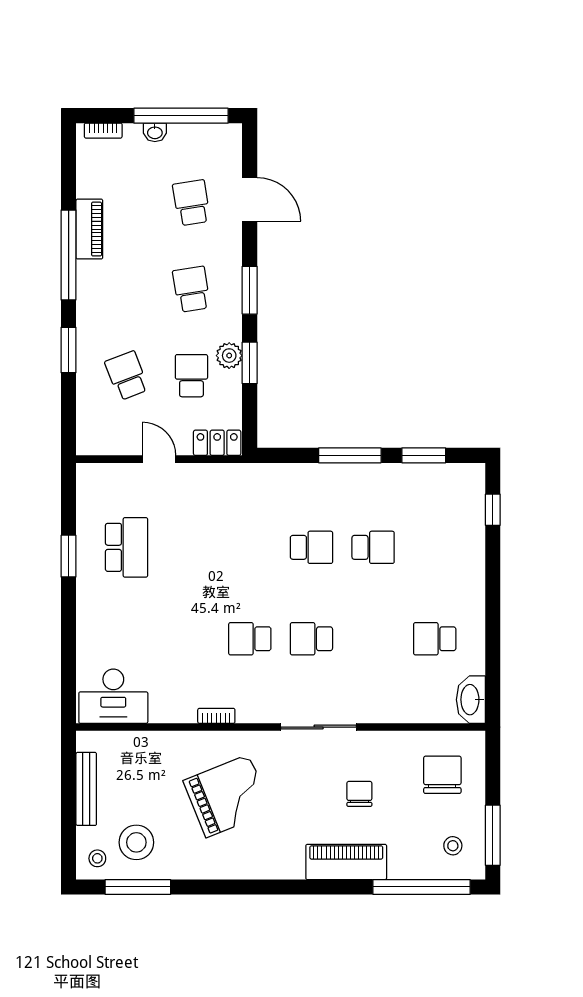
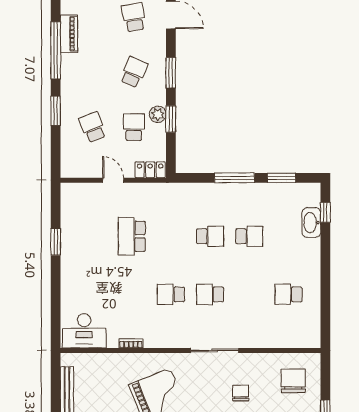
school desk: (191, 289) -> (134, 72), turned 33
school desk: (127, 547) -> (132, 236), moved, turned 180
washbasin: (471, 700) -> (311, 223), moved
bookcase: (216, 716) -> (131, 343), moved

